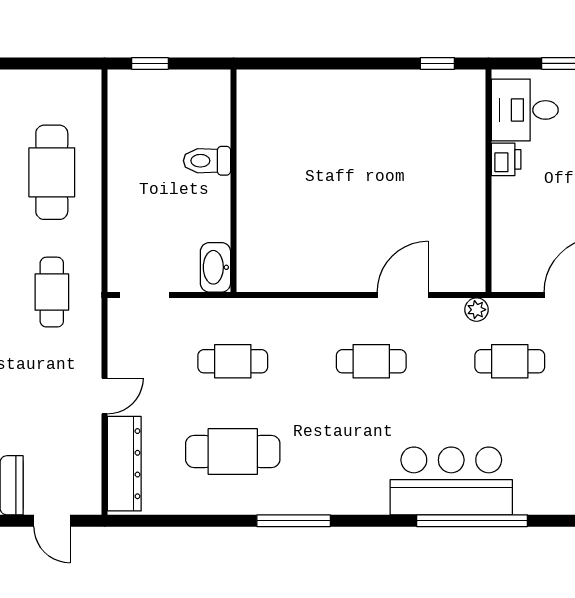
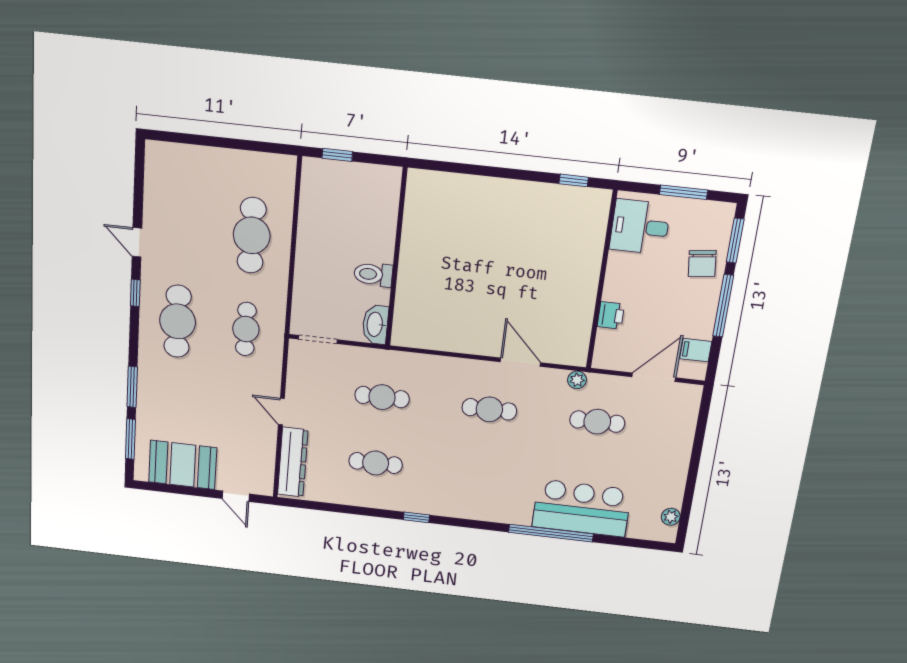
printer: (506, 159) -> (611, 315), moved
toilet: (207, 161) -> (373, 274), moved
door: (403, 295) -> (520, 362), hinge flipped
door: (105, 396) -> (281, 412), swing flipped
cafe table: (233, 451) -> (376, 463), width x0.73, depth x0.74
bar counter: (451, 481) -> (582, 508), moved
window: (294, 521) -> (416, 517), width x0.46

